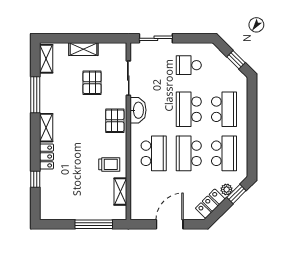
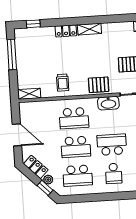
window: (35, 95) -> (116, 19), removed
school desk: (224, 109) -> (114, 173), width x0.54
school desk: (189, 153) -> (76, 147), turned 180
window: (35, 179) -> (33, 24), moved
shelving: (120, 192) -> (29, 94), moved
window: (94, 224) -> (12, 55), moved

